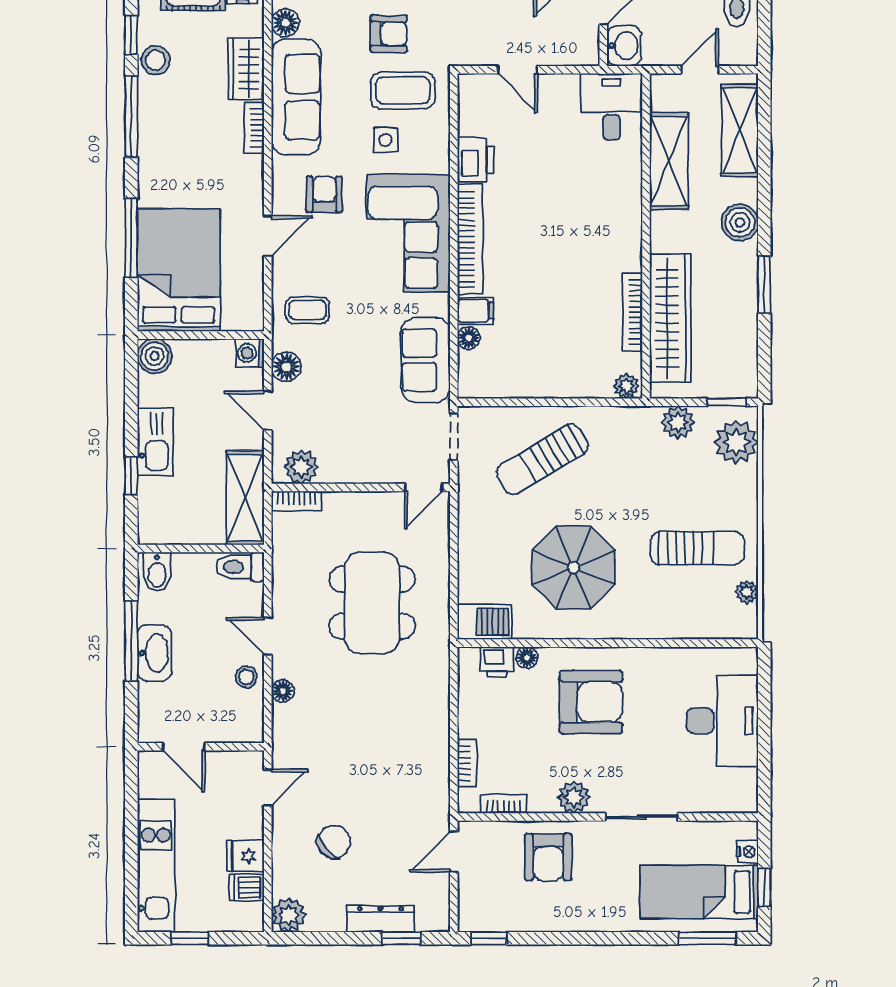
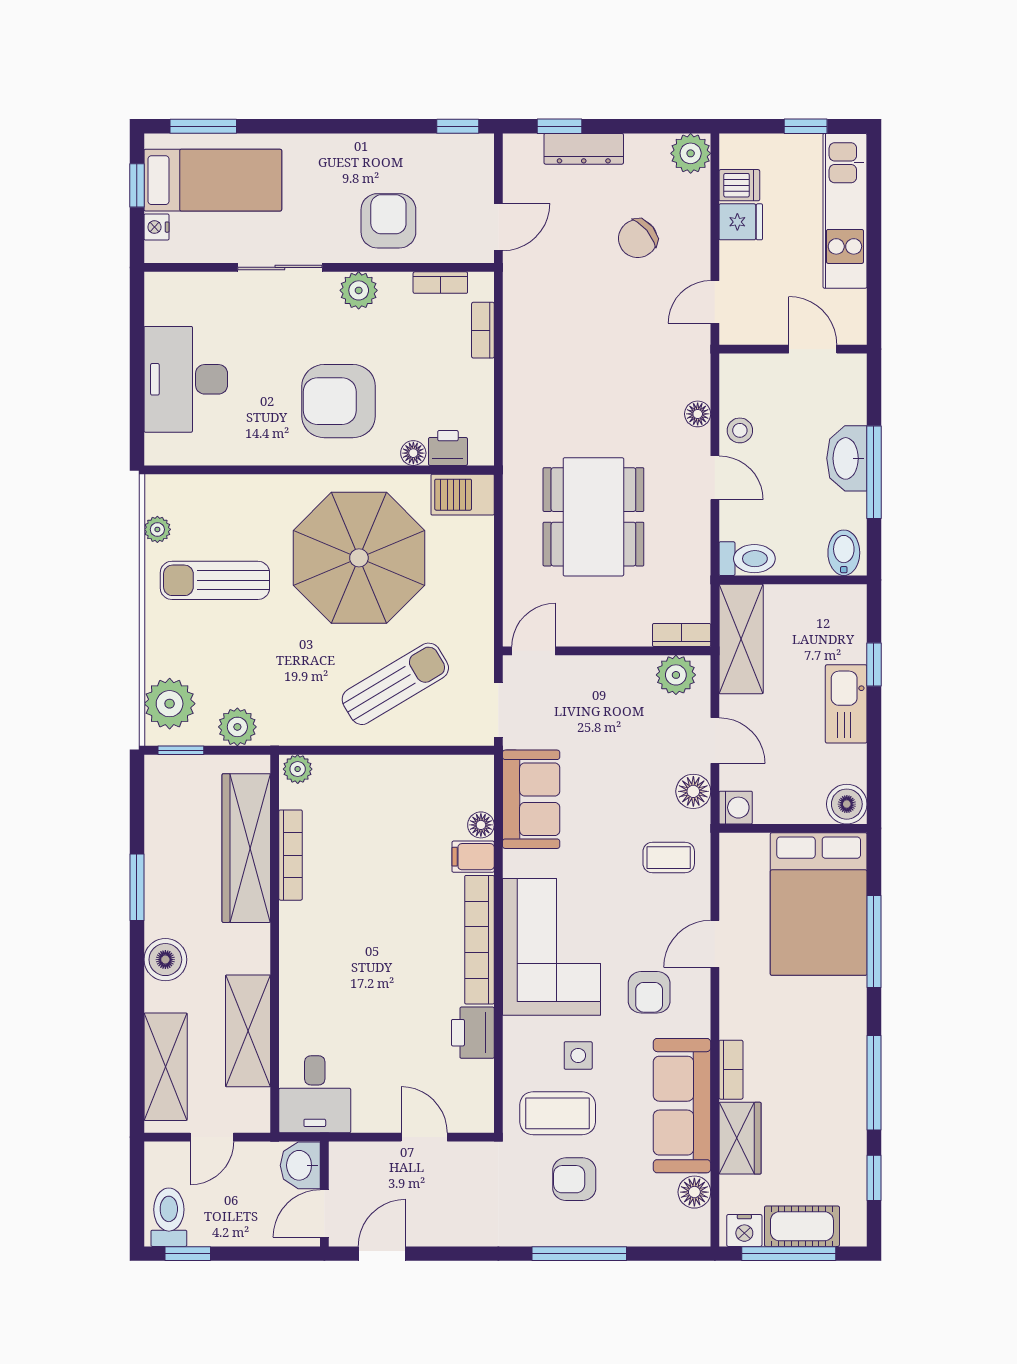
stool: (156, 60) -> (846, 1148), removed
parasol: (574, 567) -> (359, 558), width x1.36, depth x1.36

